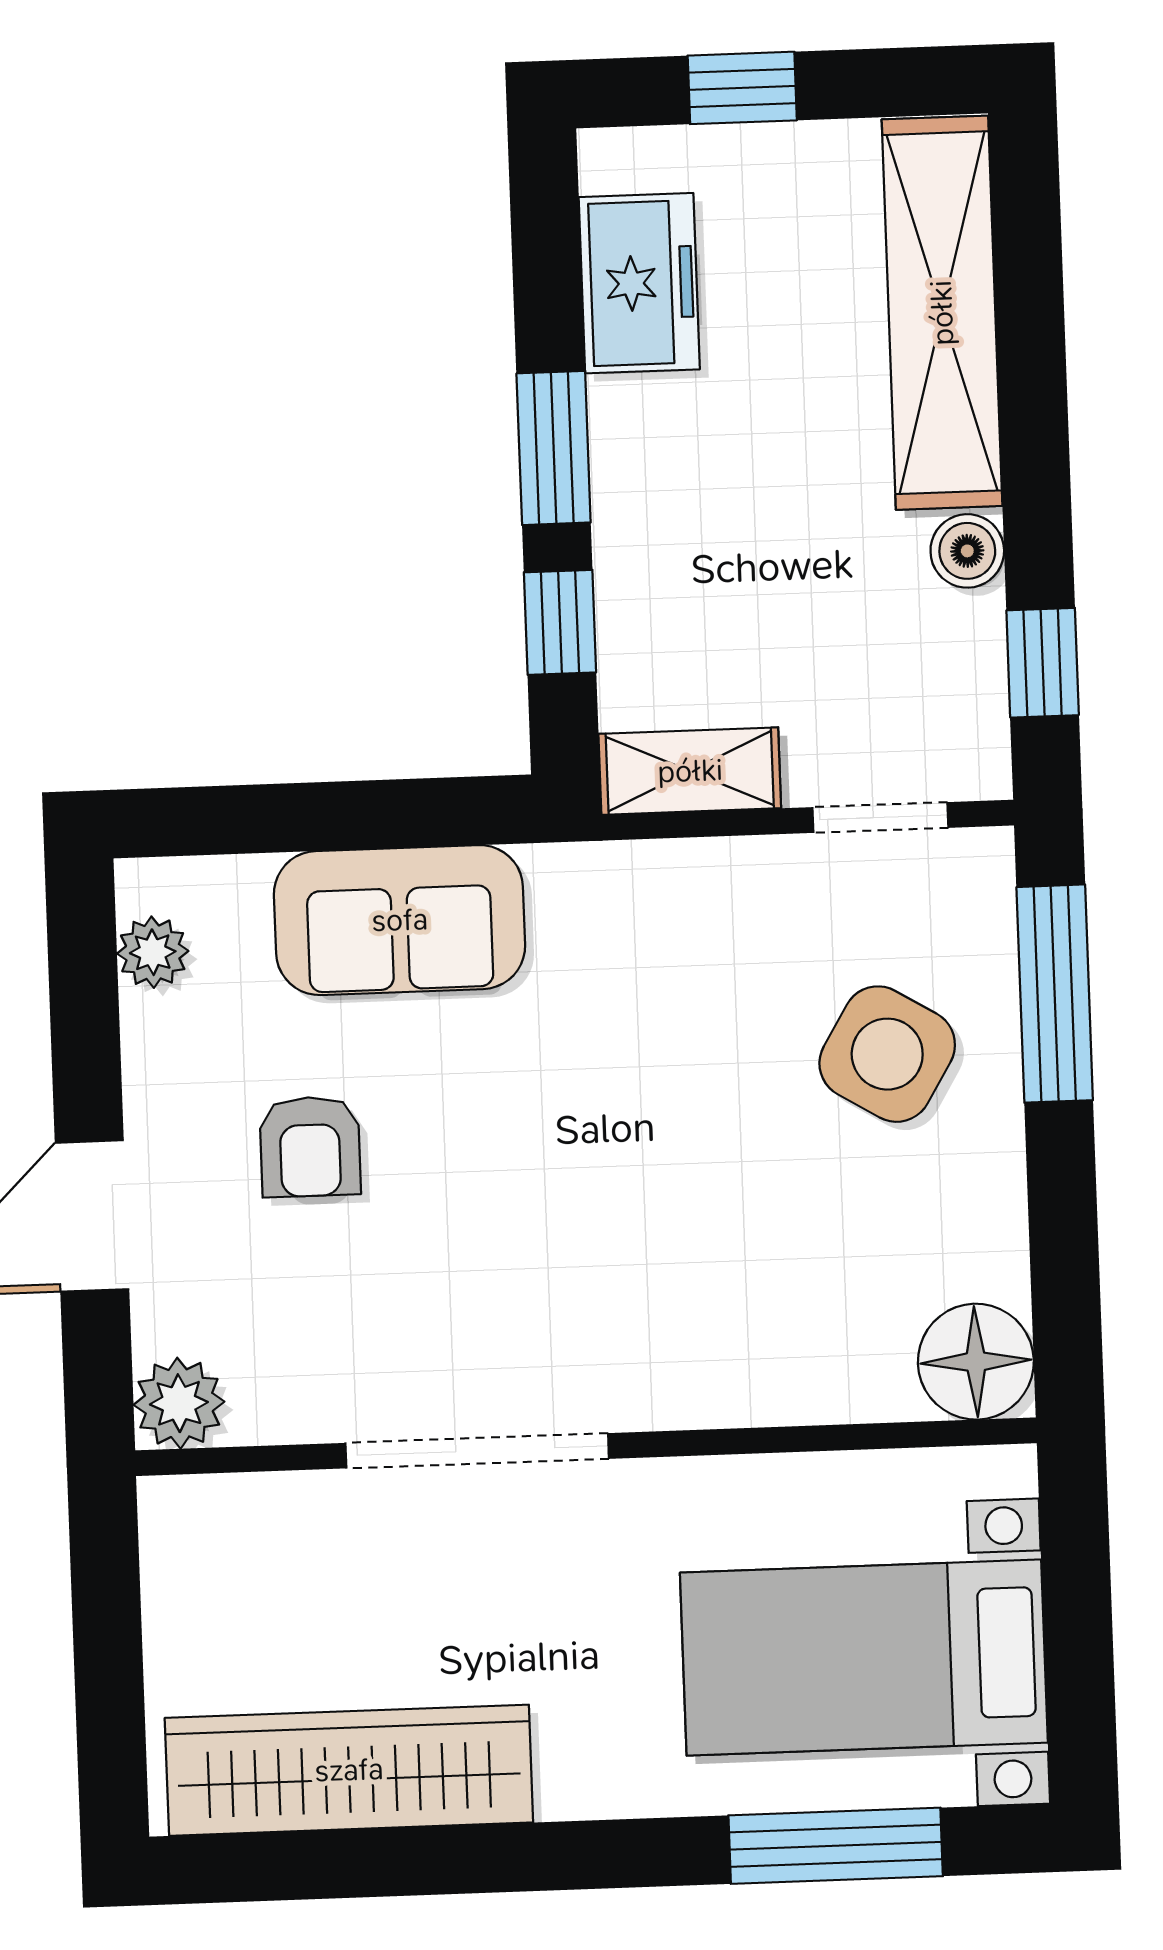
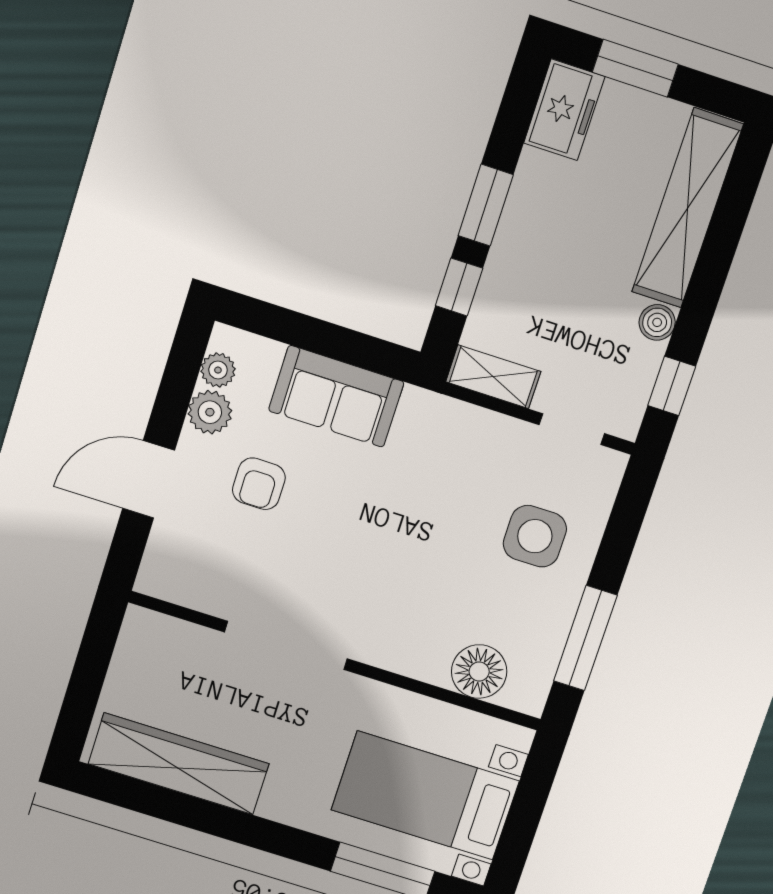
window: (742, 88) -> (635, 68), width x1.50
freezer: (639, 283) -> (564, 110), moved
window: (1055, 994) -> (585, 638), moved
side table: (887, 1054) -> (535, 536), turned -31
floor lamp: (976, 1362) -> (479, 672), moved
plant: (179, 1403) -> (210, 412), moved

